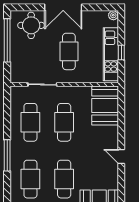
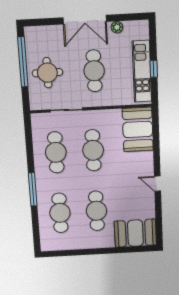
plant: (113, 15) -> (117, 27), moved
round table: (31, 25) -> (47, 73), moved

